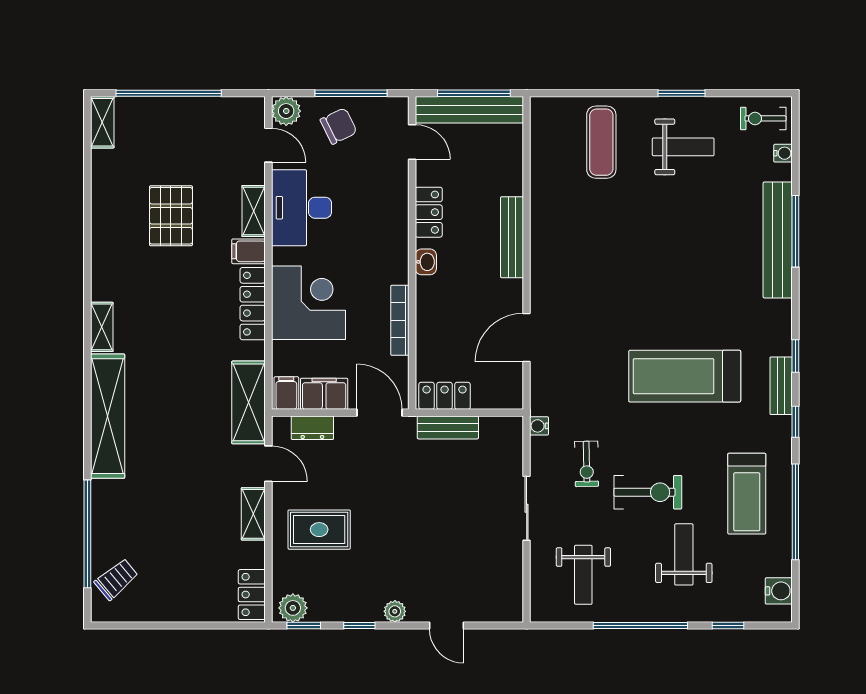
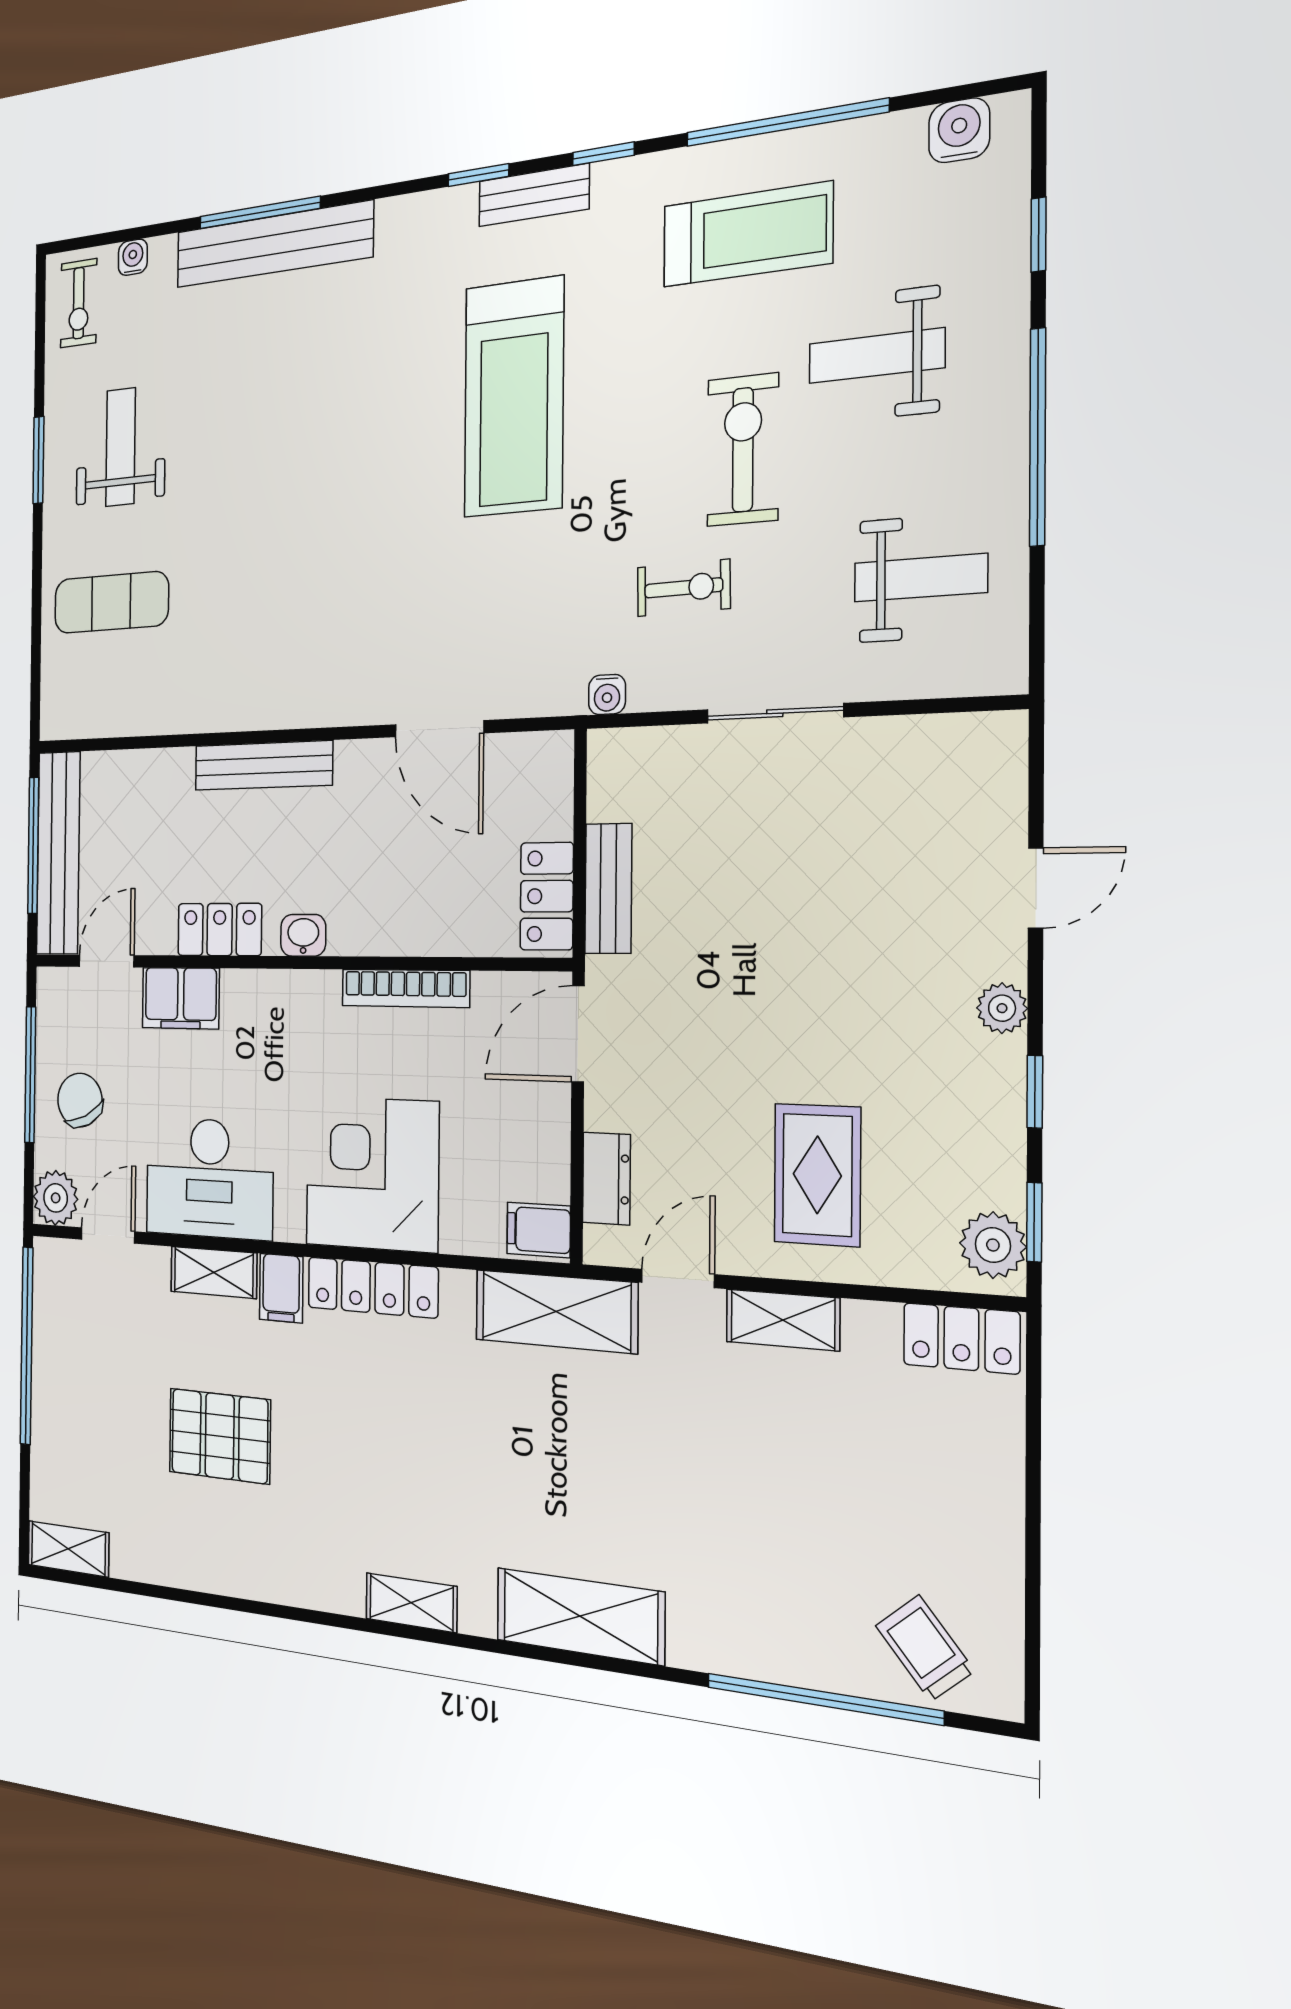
window: (169, 93) -> (27, 1346), moved
filing cabinet: (324, 394) -> (181, 998), moved, turned -90
shelving: (108, 416) -> (580, 1616), width x0.68

